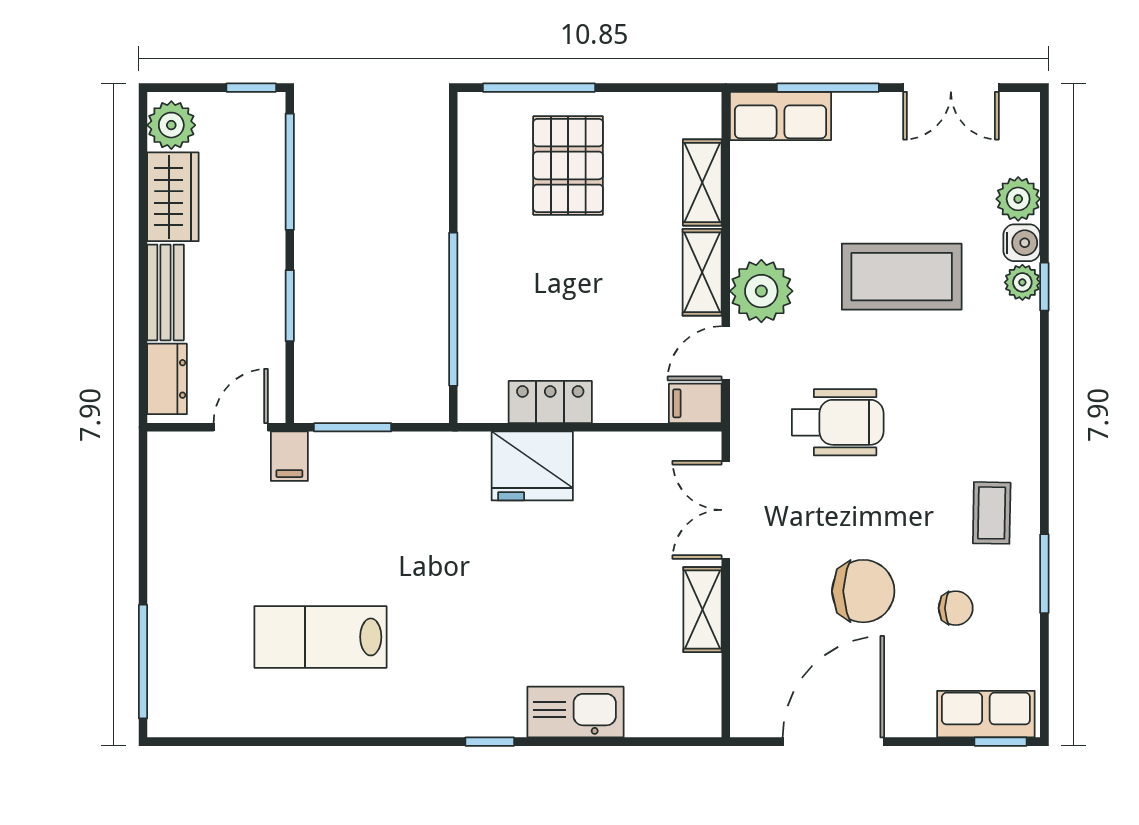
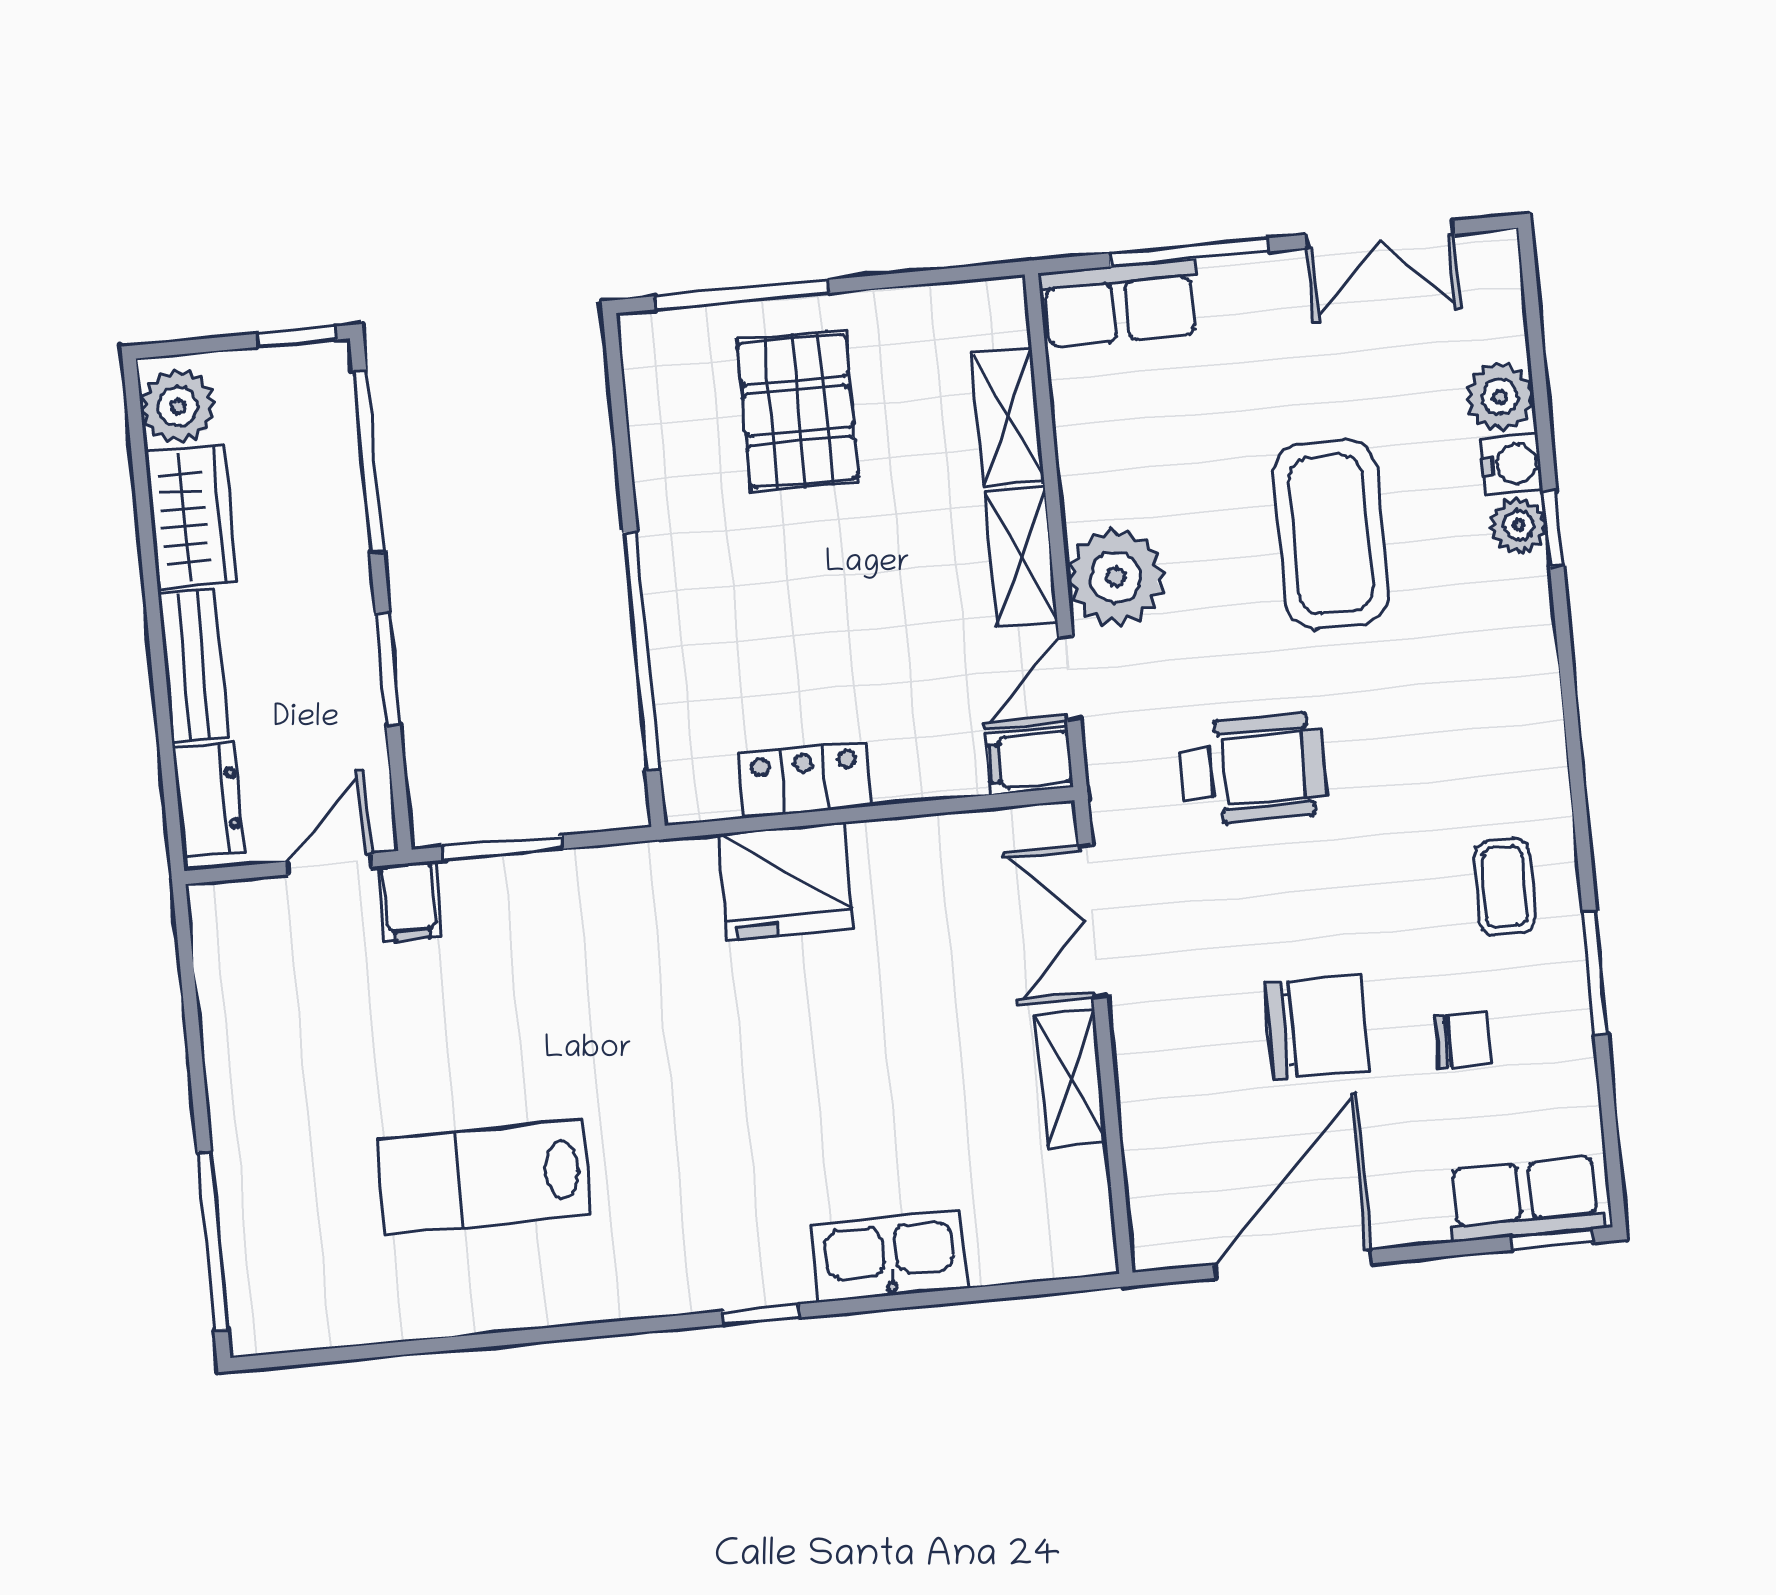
coffee table: (902, 277) -> (1331, 534), turned 90

